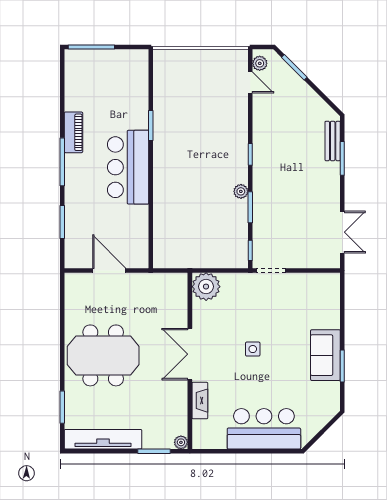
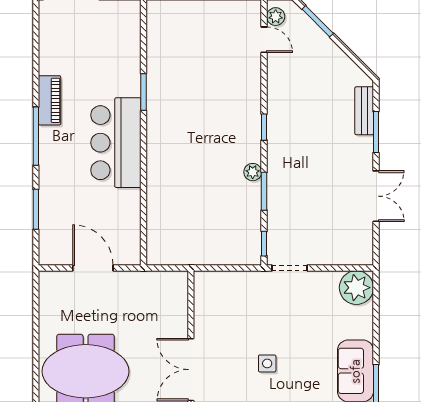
double door: (342, 232) -> (376, 196), moved
plant: (206, 287) -> (356, 288), moved

